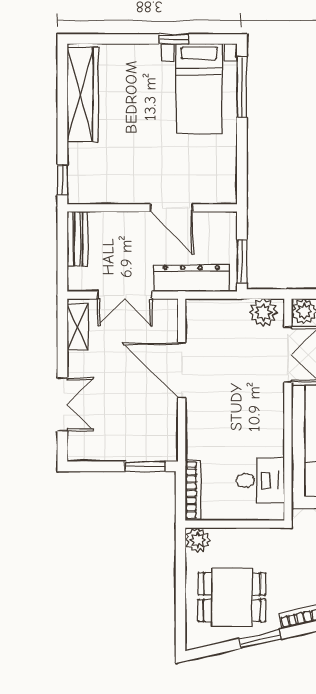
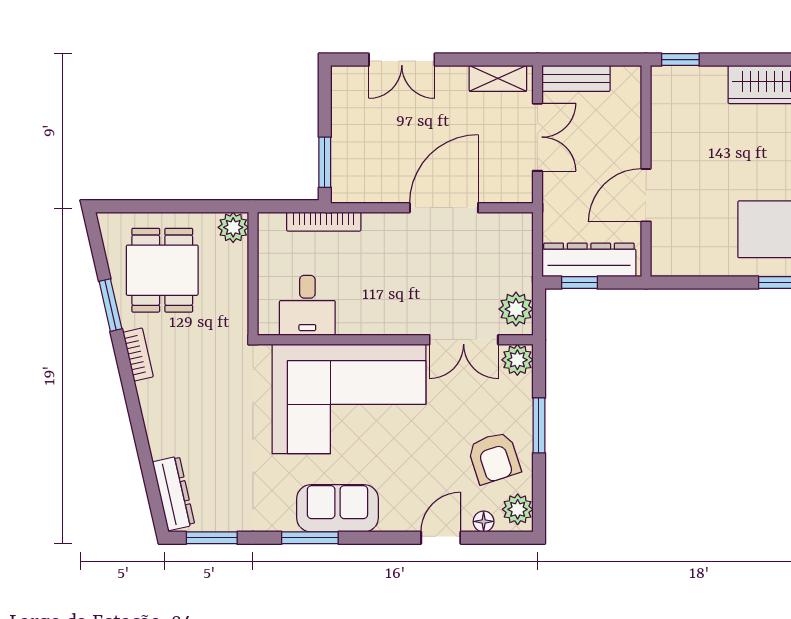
bench: (78, 239) -> (576, 78), moved
window: (242, 261) -> (579, 283), width x0.67
dresser: (191, 278) -> (589, 260), moved, turned -90
double door: (125, 295) -> (537, 137), swing flipped
bookcase: (193, 490) -> (324, 222), moved

